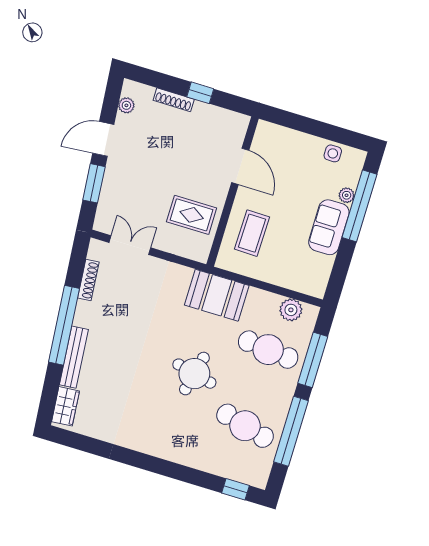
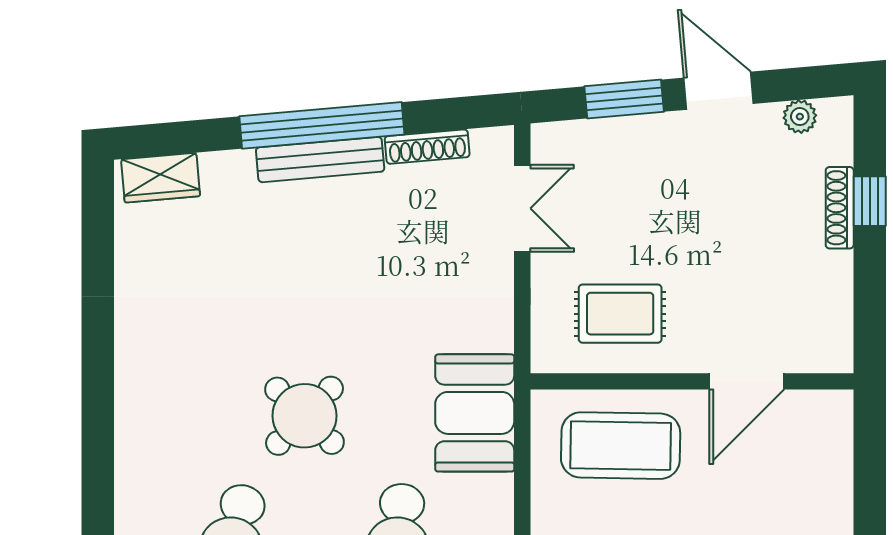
window: (200, 93) -> (870, 201), moved
rug: (192, 215) -> (620, 314), turned 90
coffee table: (252, 233) -> (621, 446), width x1.36, depth x1.32
bench: (74, 357) -> (320, 160), moved
round table: (194, 374) -> (305, 416), turned 31

